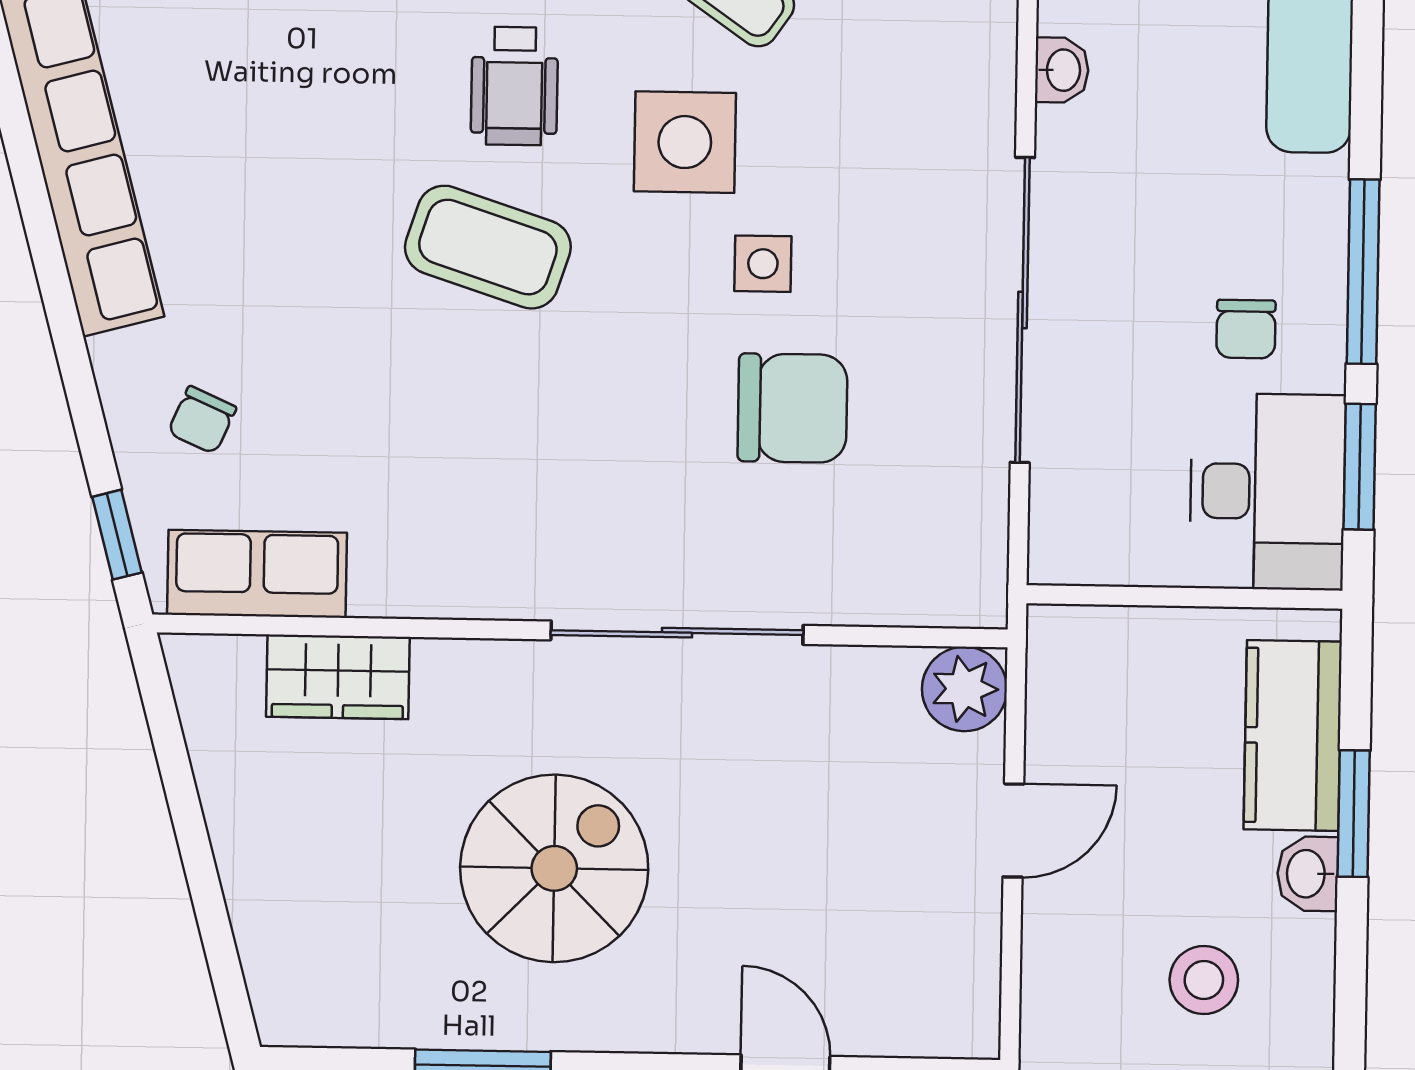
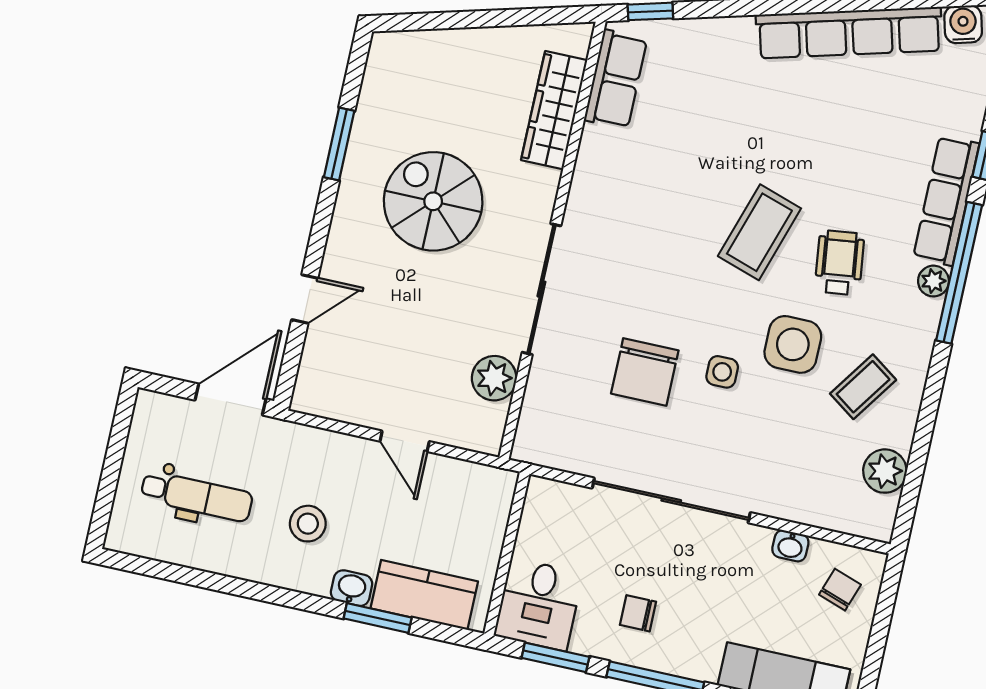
wheelchair: (514, 86) -> (839, 263), turned 83
chair: (202, 420) -> (700, 67), removed
desk: (1267, 492) -> (539, 604), width x0.73
wardrobe: (338, 677) -> (554, 110), width x1.50
plant: (964, 689) -> (494, 378), moved
spiral stairs: (554, 868) -> (433, 201), turned 180

